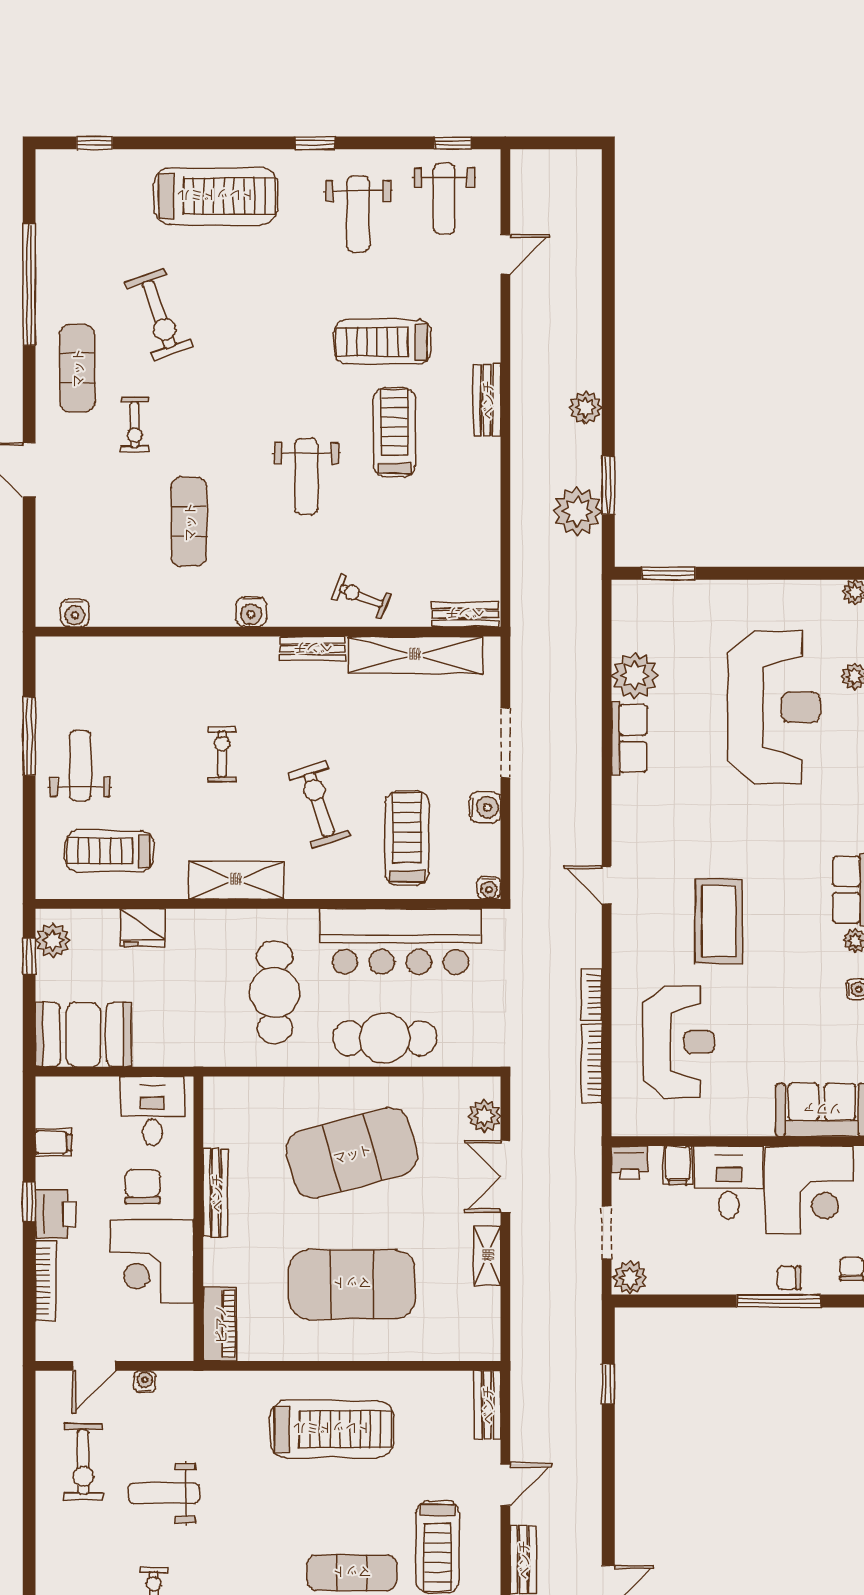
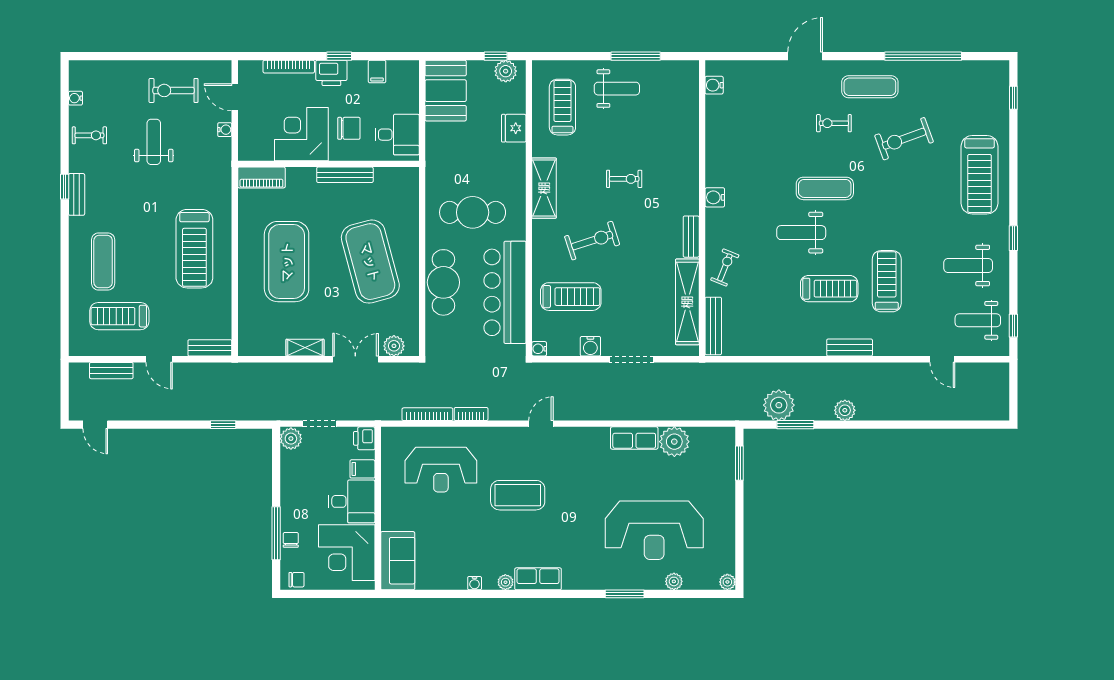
exercise mat: (189, 522) -> (825, 188), moved
bench: (465, 614) -> (713, 326), width x1.36

